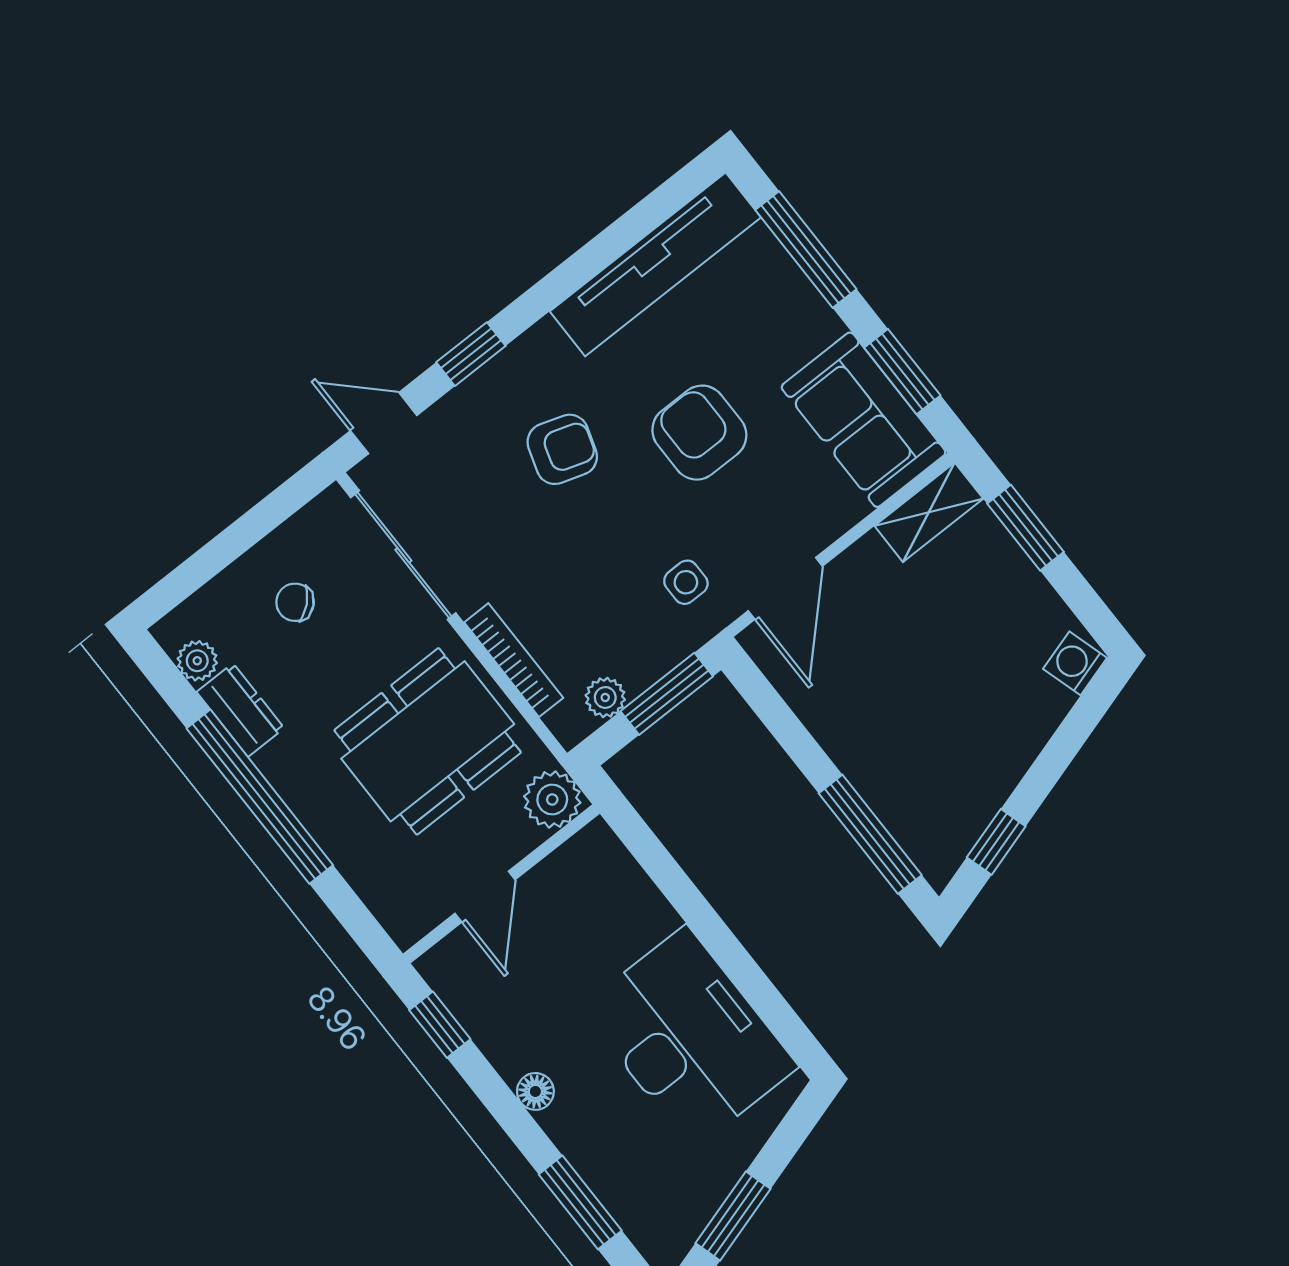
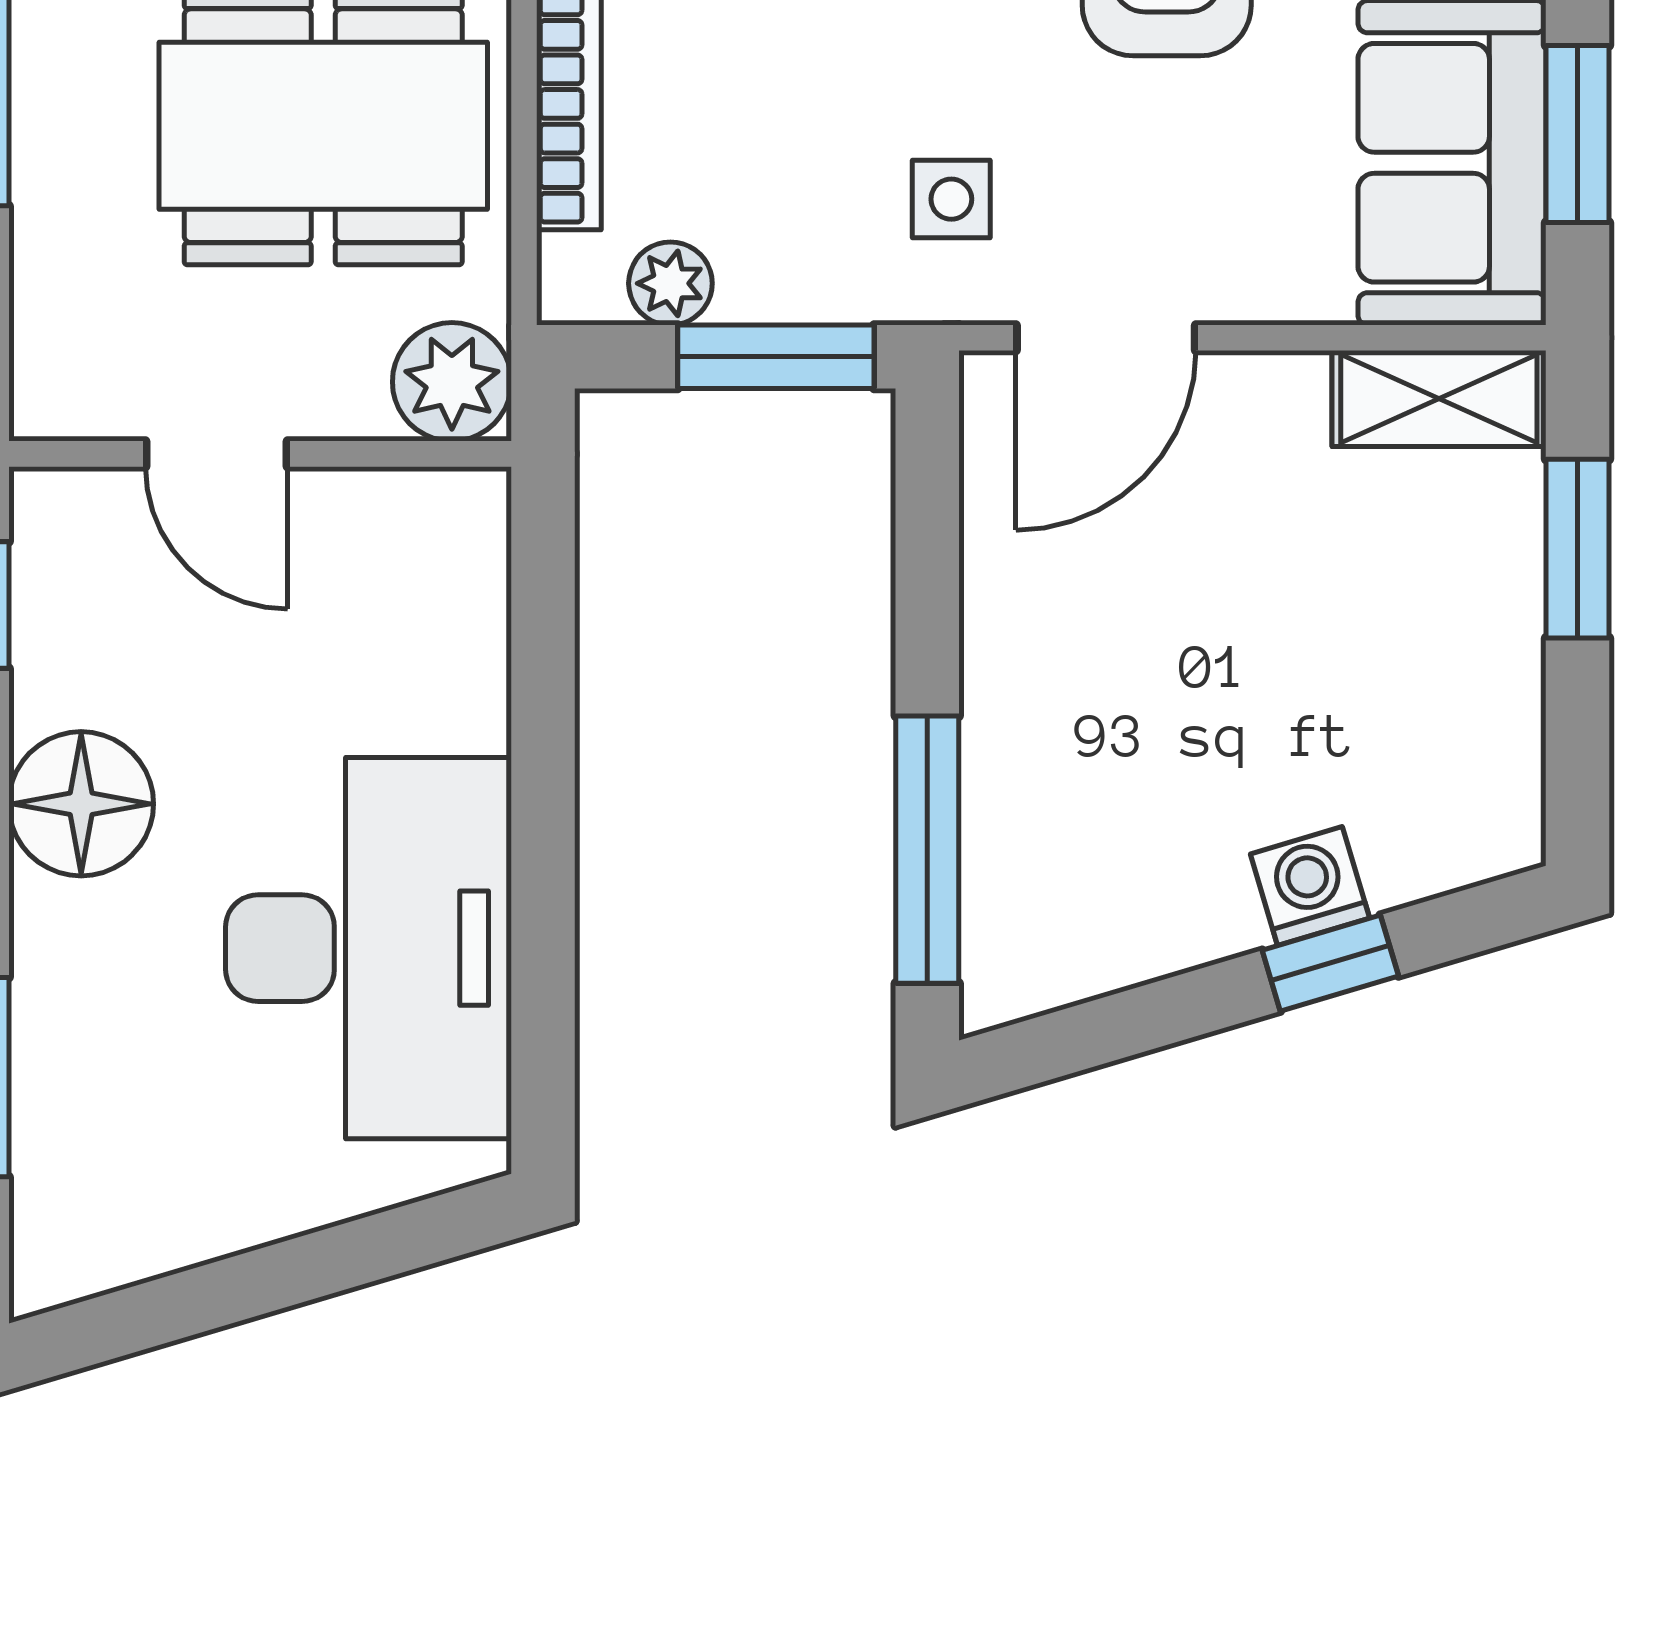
washing machine: (1075, 663) -> (1310, 886), moved
window: (996, 842) -> (1330, 963), moved
door: (485, 897) -> (217, 454), hinge flipped
floor lamp: (535, 1091) -> (81, 804), width x1.89, depth x1.89
window: (733, 1216) -> (210, 1297), removed

